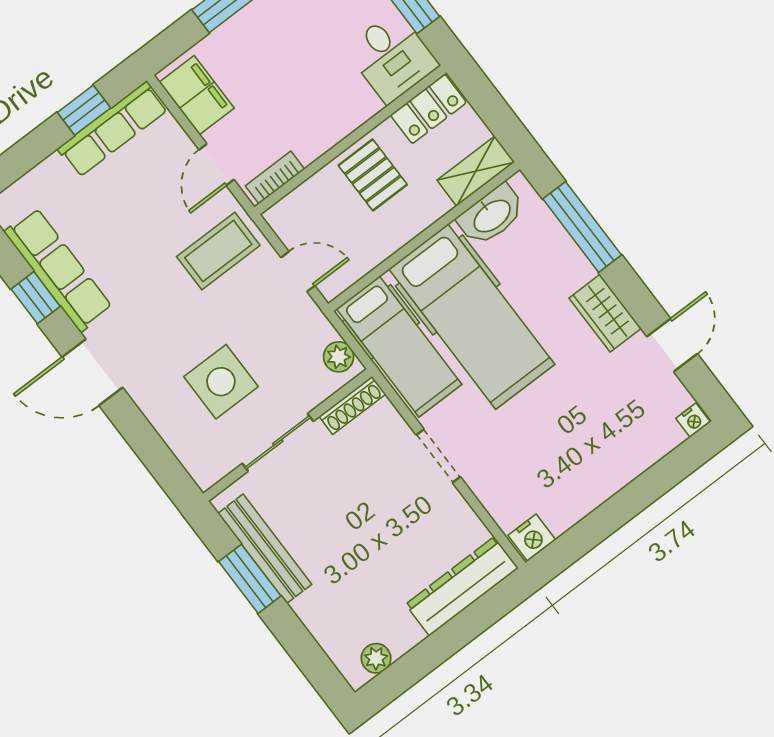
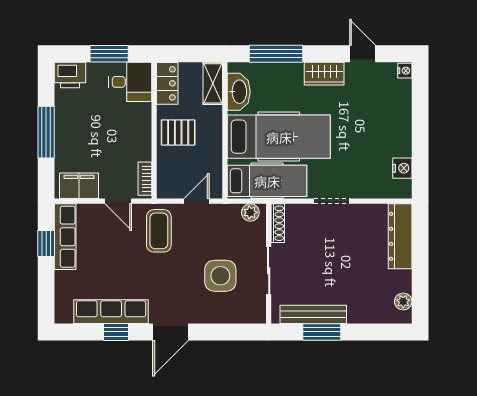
nightstand: (532, 538) -> (402, 168), moved

